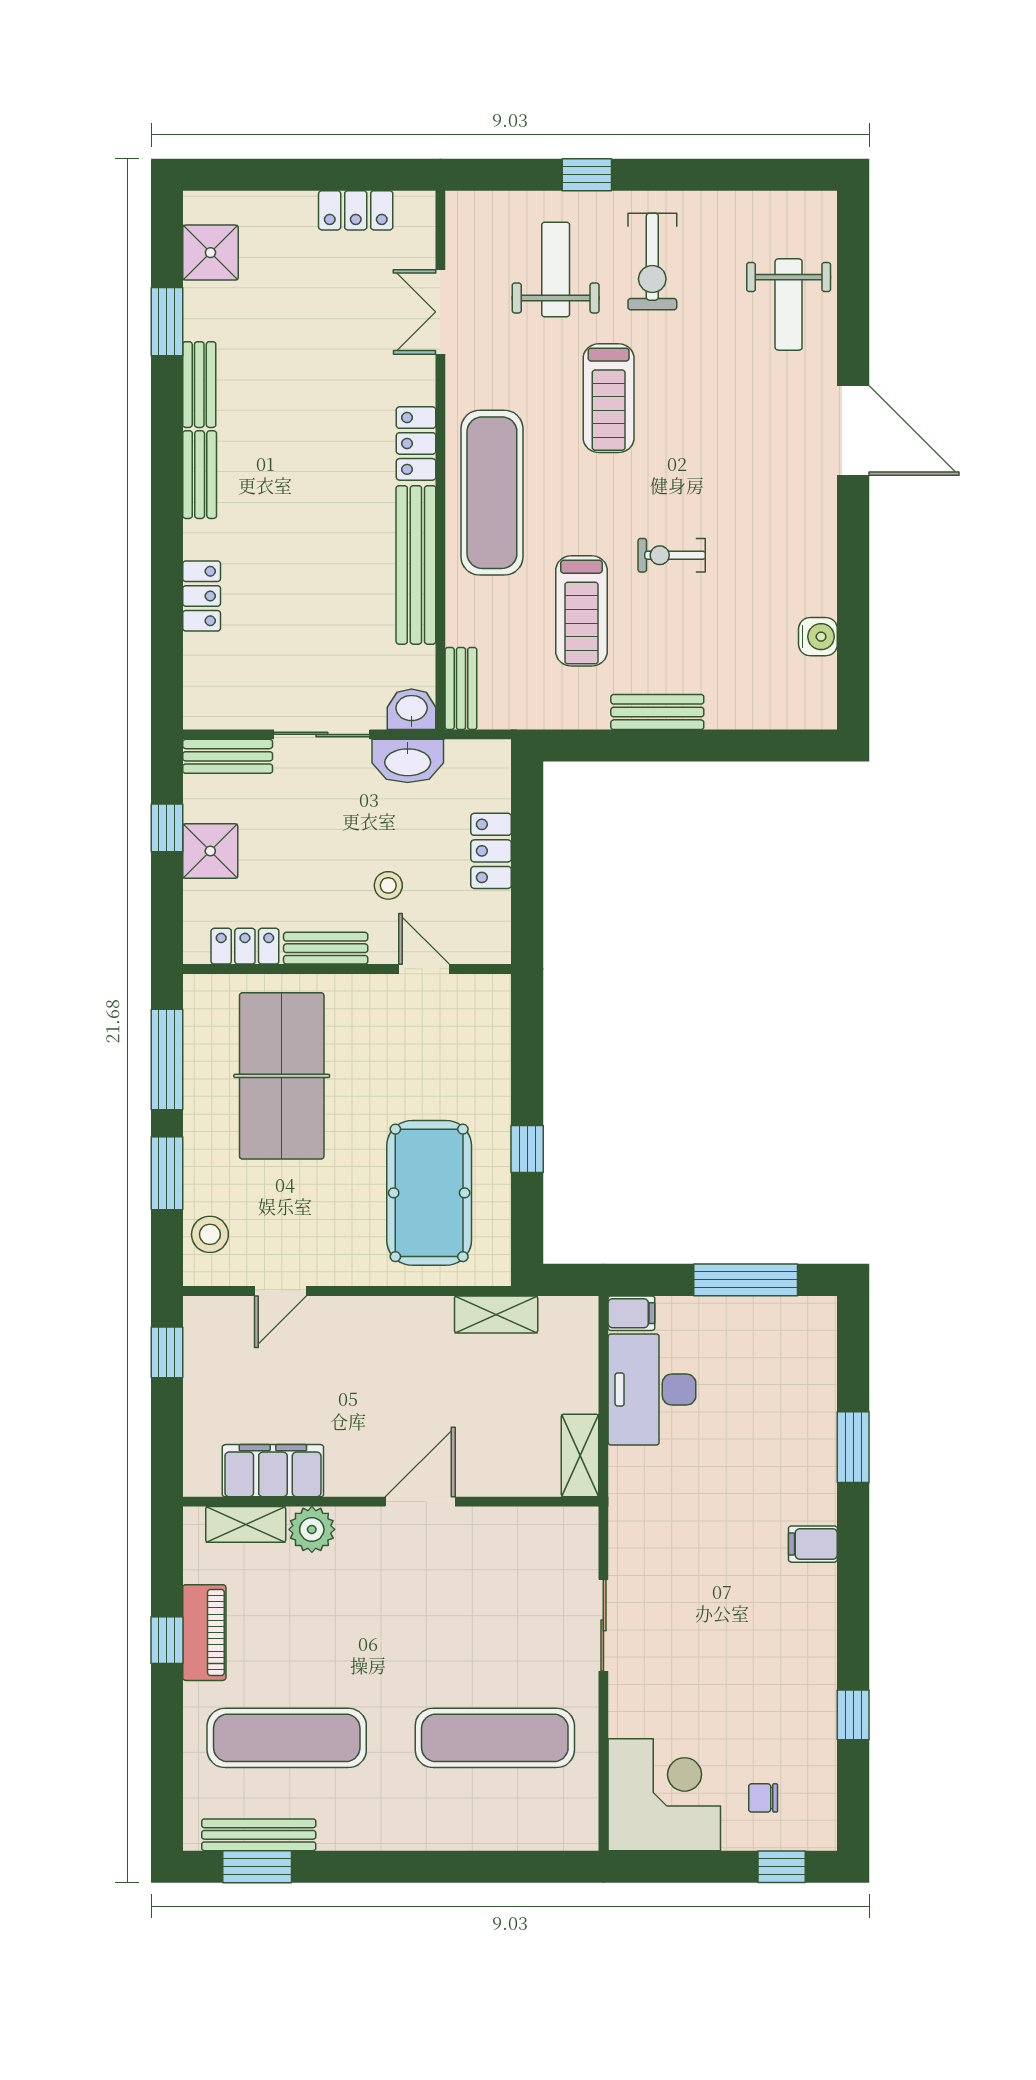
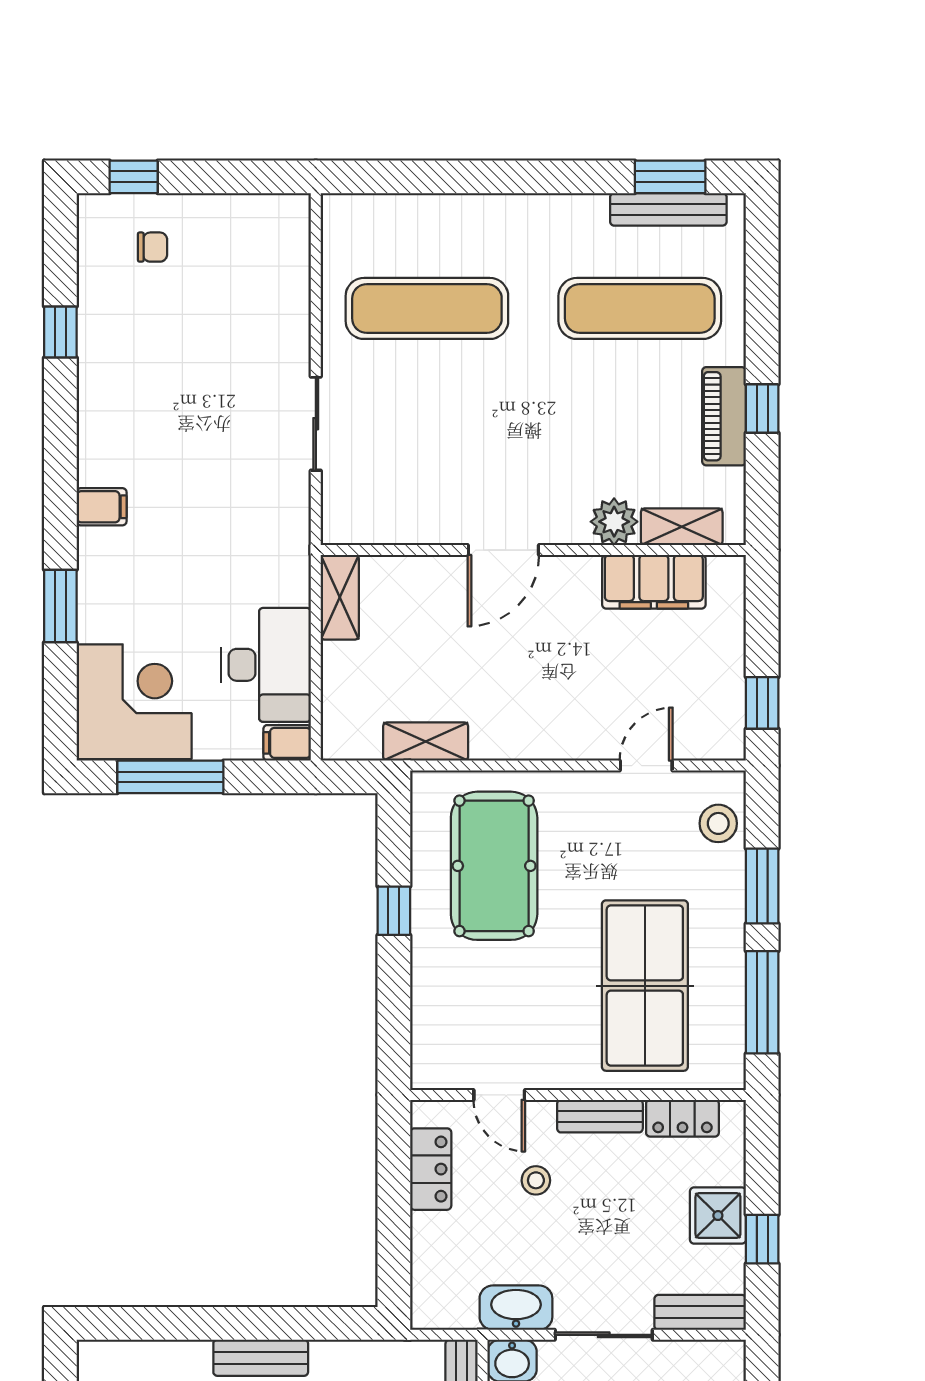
locker: (491, 851) -> (431, 1169), moved
corner desk: (664, 1795) -> (134, 702), moved, turned 180

